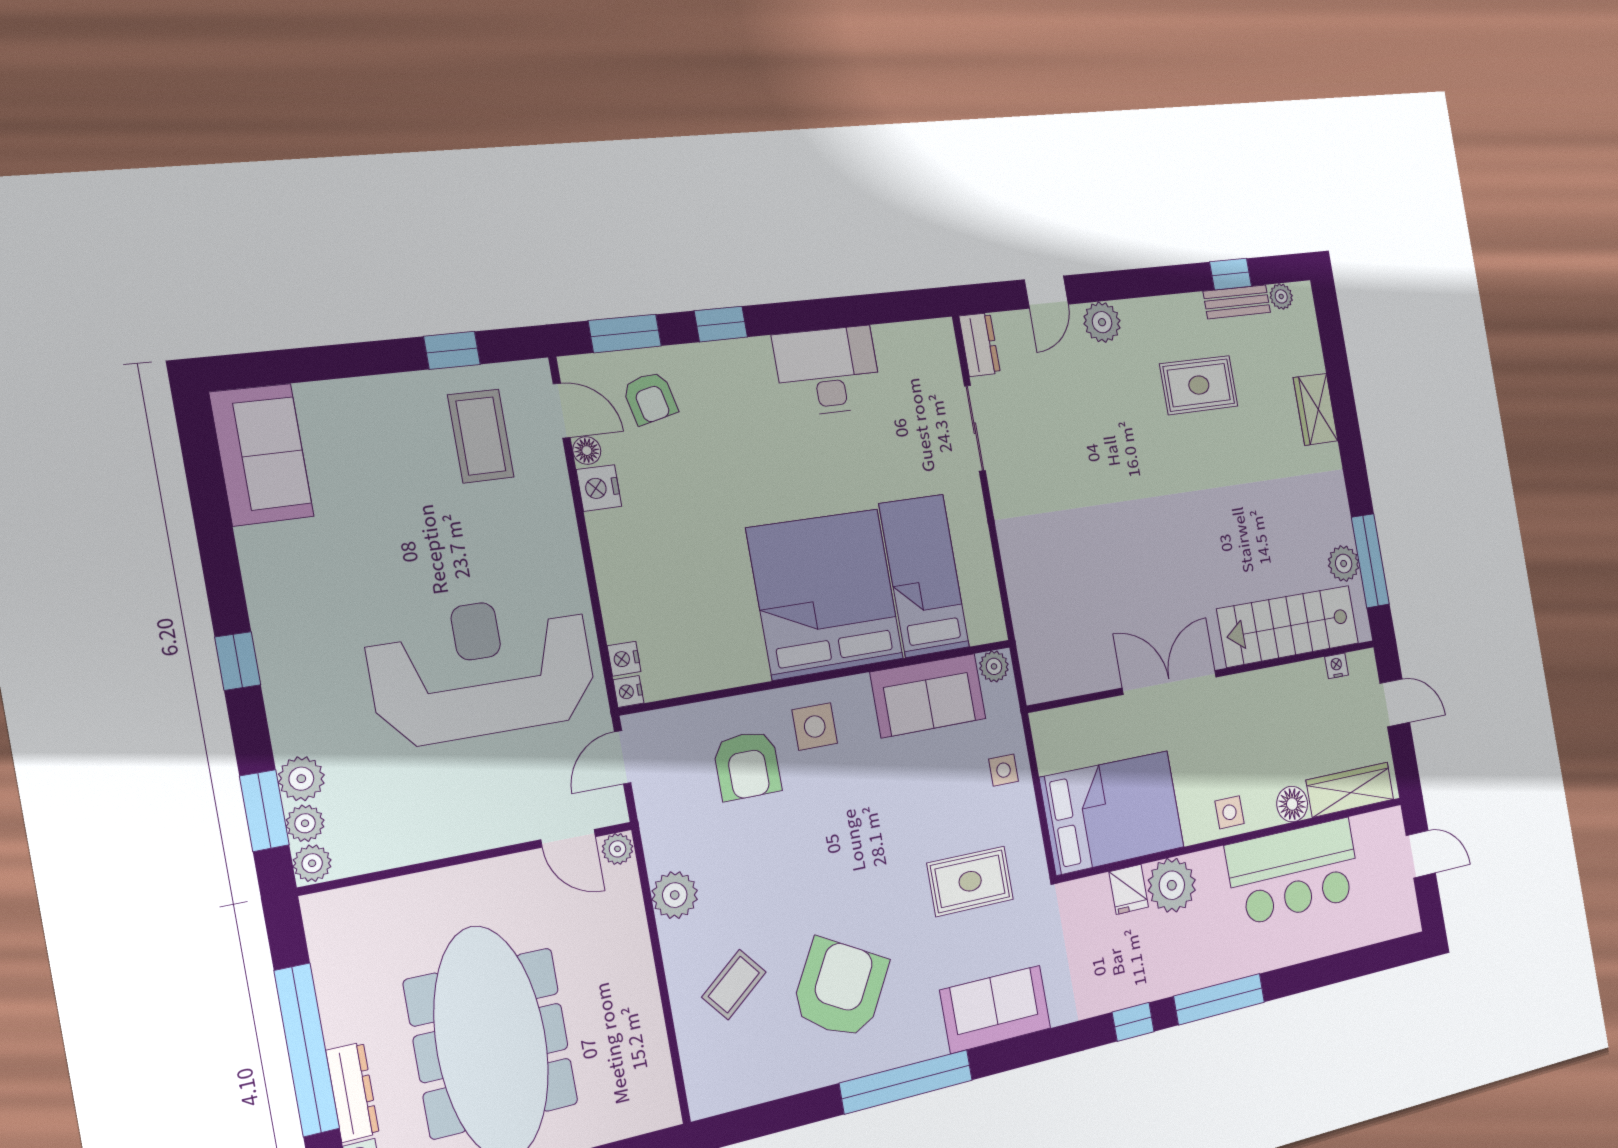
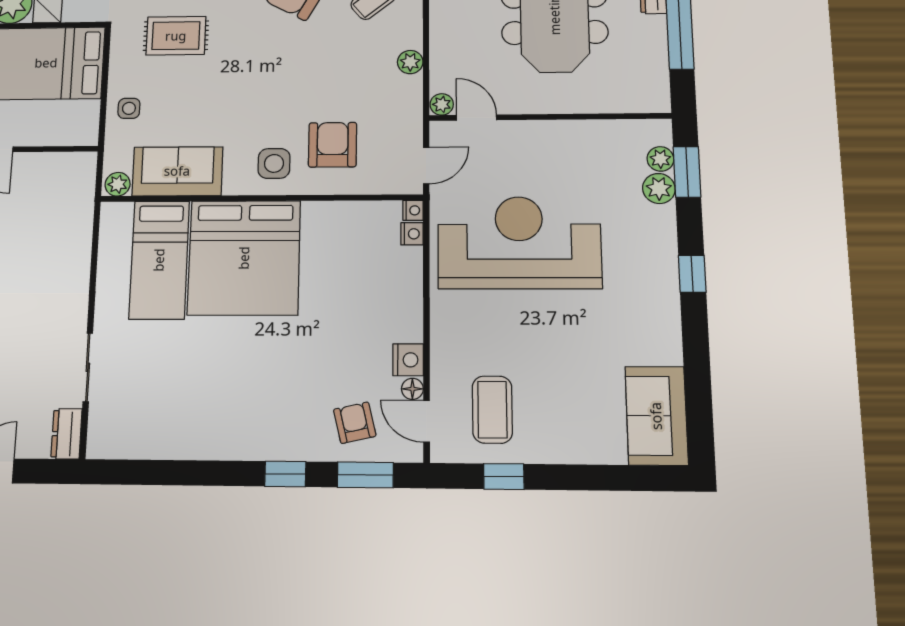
desk: (828, 371) -> (203, 427), removed
reception desk: (482, 669) -> (519, 243), turned 180
plant: (312, 863) -> (659, 132), removed
plant: (675, 895) -> (410, 62), width x0.73, depth x0.73

